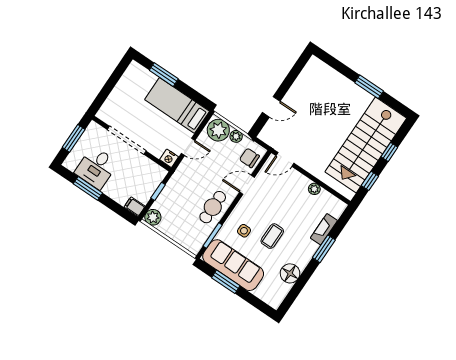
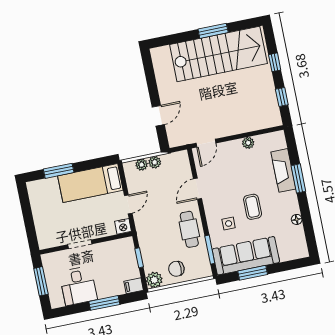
plant: (218, 130) -> (142, 165), width x0.53, depth x0.53
doorway: (127, 140) -> (80, 244), width x0.53
stairs: (366, 145) -> (218, 54), moved, turned -90
chair: (249, 158) -> (176, 269), moved
window: (88, 188) -> (104, 303), moved
fireplace: (324, 229) -> (283, 170), width x1.37, depth x1.32
floor lamp: (290, 273) -> (297, 219), width x0.53, depth x0.53

